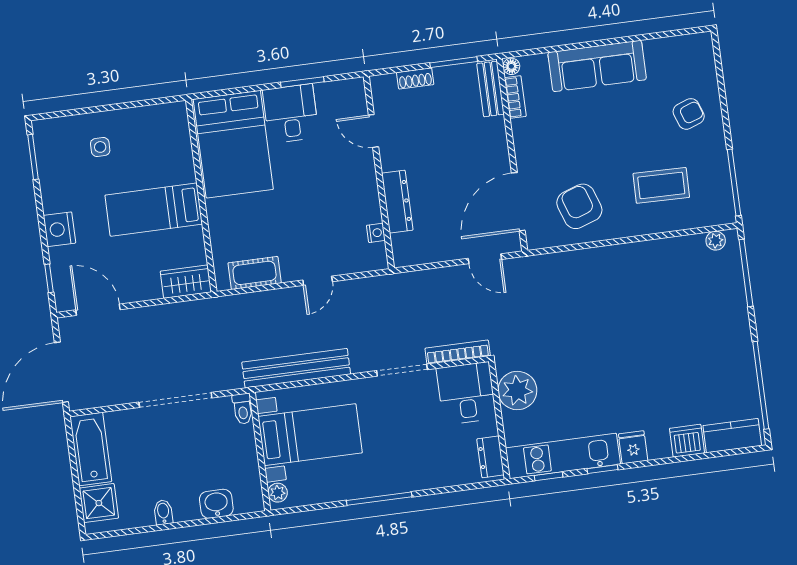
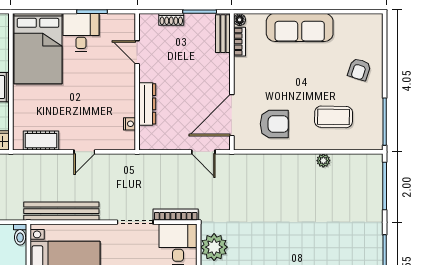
armchair: (689, 114) -> (359, 69), turned 128
armchair: (579, 206) -> (274, 124), turned 109
plant: (716, 241) -> (323, 161), moved

